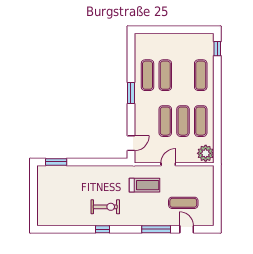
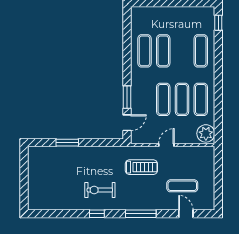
window: (131, 93) -> (127, 97), moved
window: (56, 162) -> (67, 143), moved
exercise bike: (105, 207) -> (100, 190), turned 180
window: (156, 229) -> (141, 214), moved

